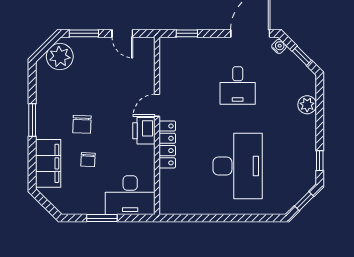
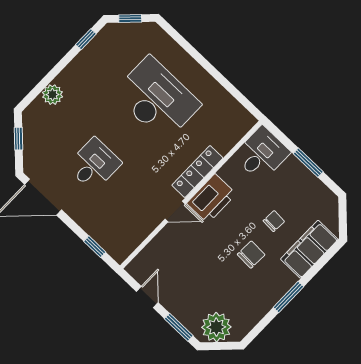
water cooler: (279, 46) -> (30, 164), removed
printer: (144, 131) -> (211, 199), width x1.37, depth x1.19
desk: (238, 166) -> (157, 99), turned 90
desk: (130, 195) -> (262, 154), width x0.73

